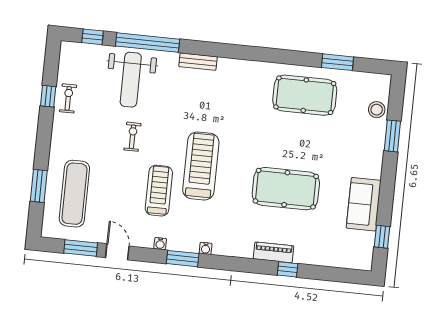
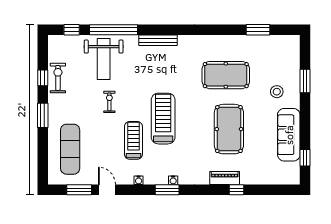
bench: (198, 62) -> (158, 40), width x1.36
pool table: (305, 95) -> (226, 75), moved
exercise bike: (68, 98) -> (58, 78), width x1.38, depth x1.39
stool: (377, 110) -> (277, 92), moved
window: (39, 186) -> (43, 115), moved
pool table: (286, 189) -> (229, 129), turned 90
sofa: (364, 204) -> (289, 135), width x1.36
window: (183, 259) -> (167, 190), moved

